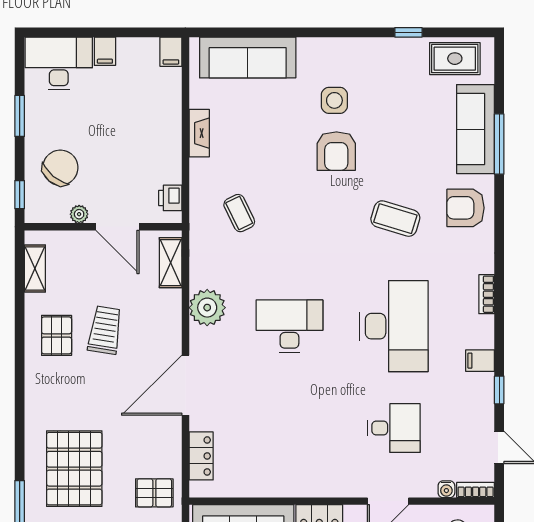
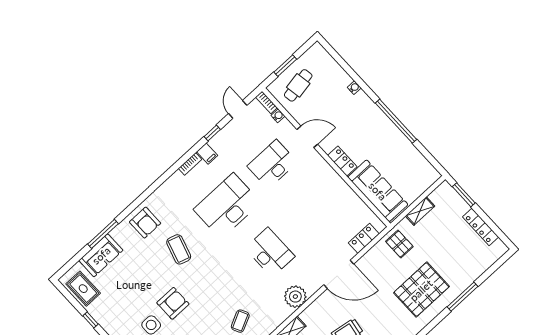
sofa: (475, 129) -> (101, 255), width x0.73
bookcase: (487, 294) -> (190, 164), moved
desk: (289, 326) -> (270, 252), turned 180
desk: (394, 428) -> (272, 164), width x1.37

